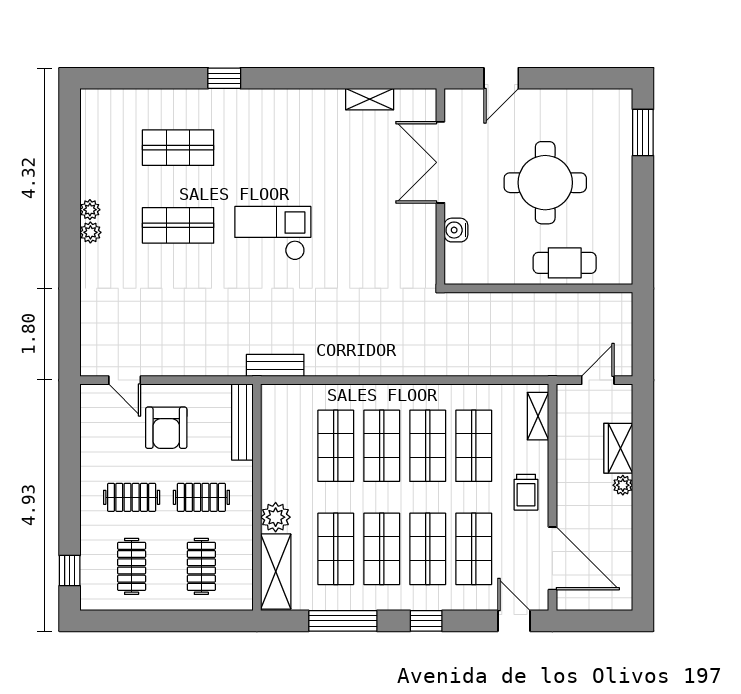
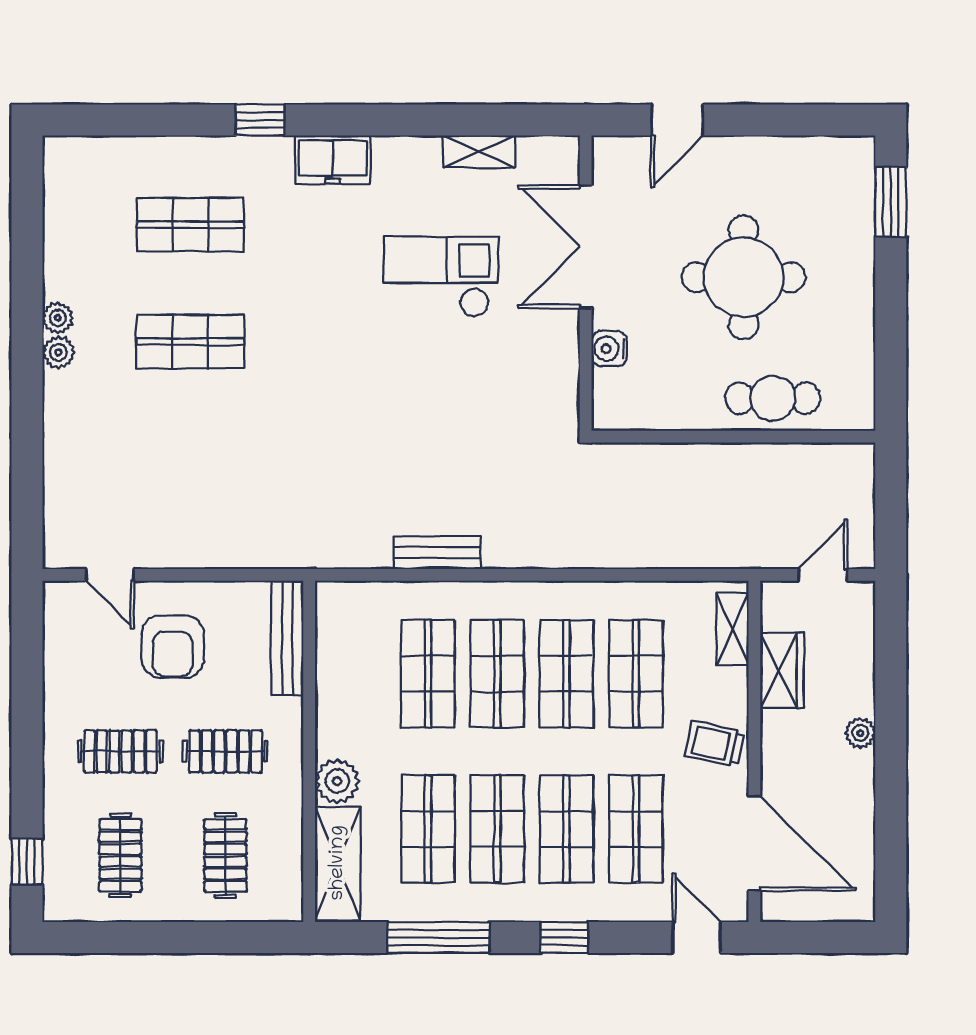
freezer: (273, 105) -> (333, 160), added
checkout: (273, 233) -> (441, 277), moved
bench: (275, 365) -> (437, 553), moved
wardrobe: (618, 448) -> (782, 670), moved, turned 180
trolley: (526, 492) -> (715, 744), turned 102

